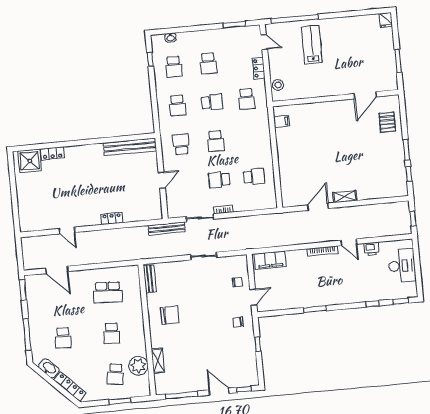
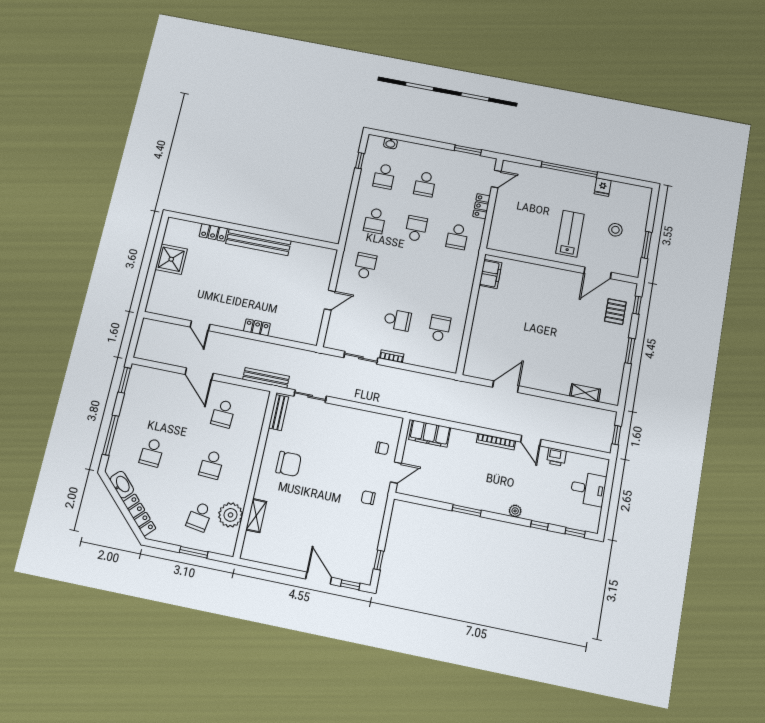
window: (295, 19) -> (569, 169), moved
fridge: (386, 20) -> (603, 187), moved
door: (264, 42) -> (496, 179), hinge flipped
lab bench: (312, 45) -> (570, 234), moved
stool: (278, 85) -> (615, 230), moved
school desk: (212, 102) -> (416, 229), turned -90
filing cabinet: (281, 121) -> (490, 274), width x2.00
school desk: (216, 141) -> (407, 274), removed
bench: (130, 147) -> (258, 242), moved
shower: (30, 161) -> (171, 259), moved
window: (409, 174) -> (637, 305), moved
school desk: (254, 177) -> (439, 328), turned -90
school desk: (219, 180) -> (397, 320), turned 180
shelving: (345, 197) -> (585, 393), moved
bench: (167, 229) -> (266, 378), moved
sliding door: (204, 256) -> (310, 396), moved
desk: (402, 266) -> (588, 489), width x0.73
door: (57, 270) -> (199, 374), moved
school desk: (108, 292) -> (223, 414), width x0.54
plant: (351, 299) -> (515, 511), added
window: (258, 344) -> (379, 560), moved
window: (182, 395) -> (271, 568), removed

